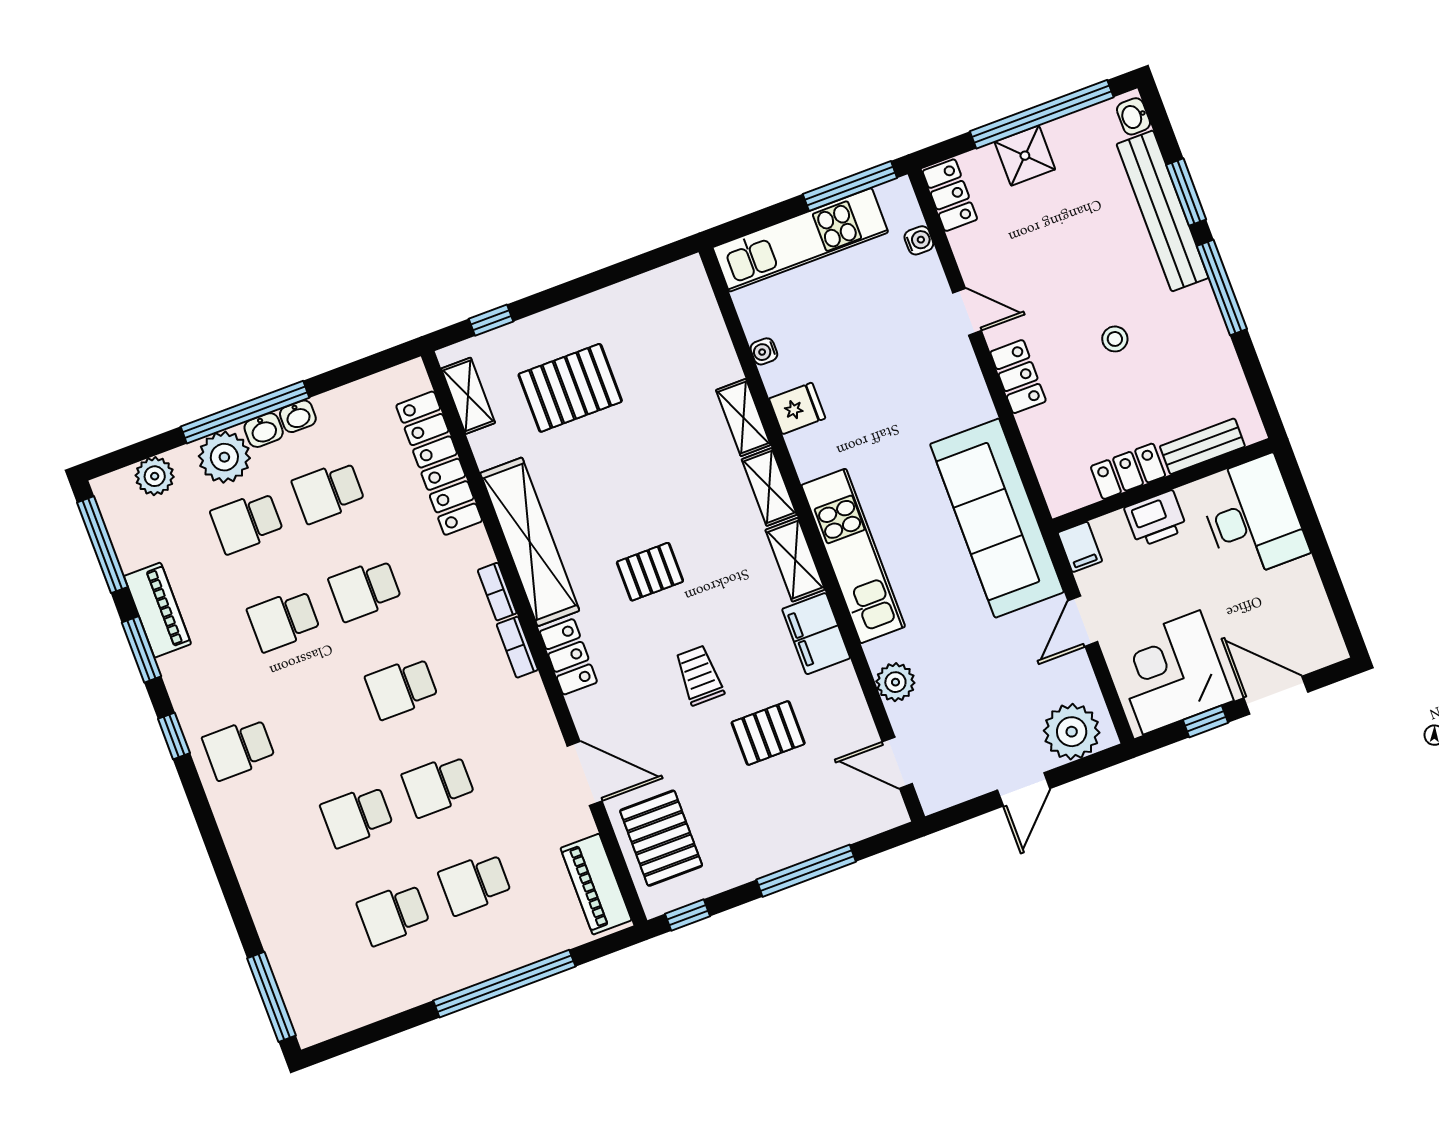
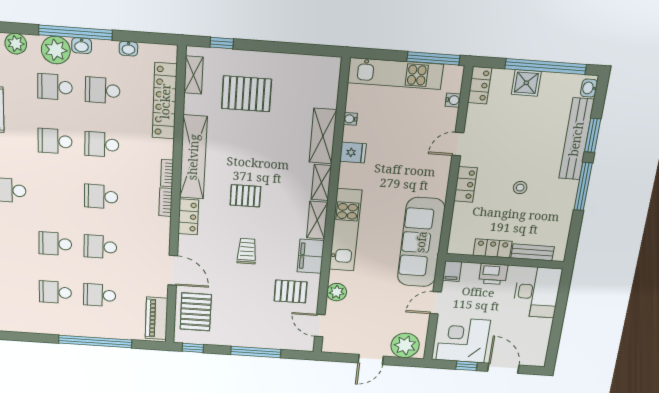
door: (967, 312) -> (458, 144), swing flipped
washbasin: (298, 416) -> (128, 49), moved
shelving: (743, 418) -> (323, 136), width x1.50, depth x1.33
pallet: (768, 733) -> (291, 291), moved

